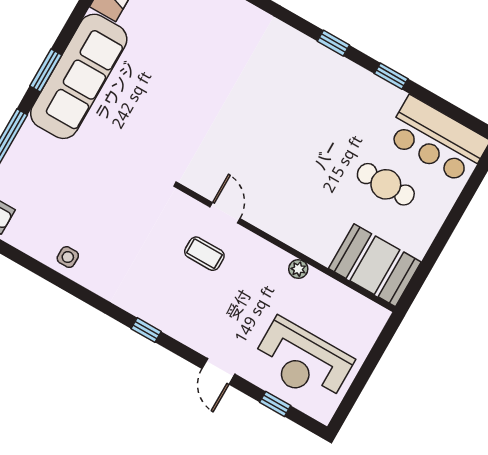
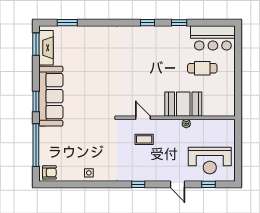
booth: (375, 265) -> (183, 104), moved

